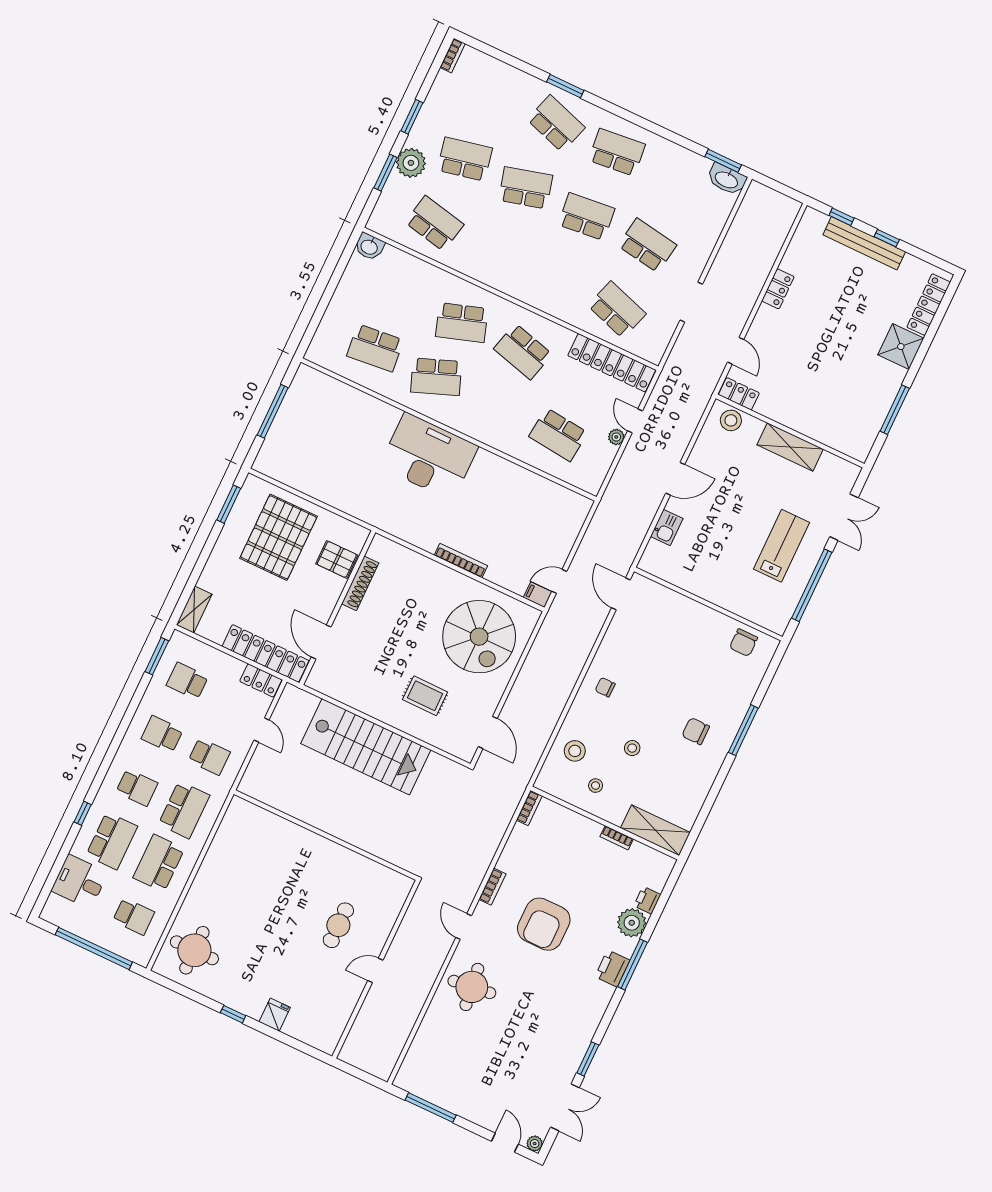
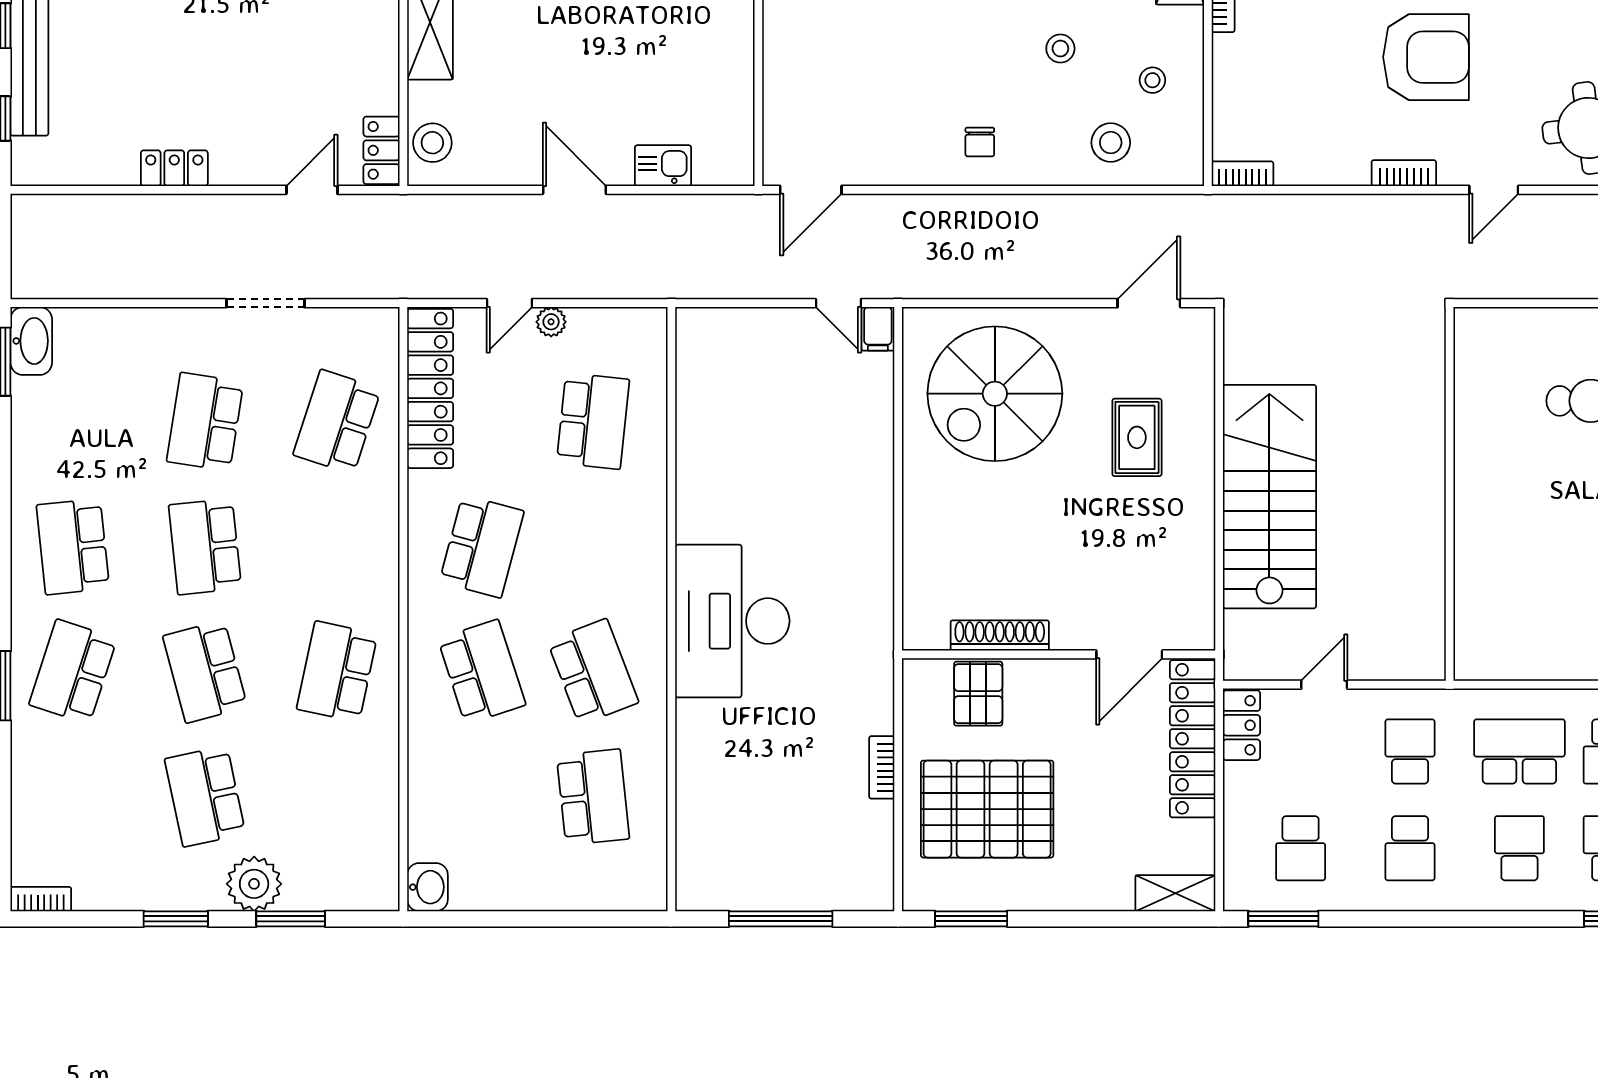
school desk: (434, 223) -> (337, 672), moved
bookcase: (461, 561) -> (882, 767), moved, width x0.64
spiral stairs: (479, 637) -> (995, 394), turned 180

